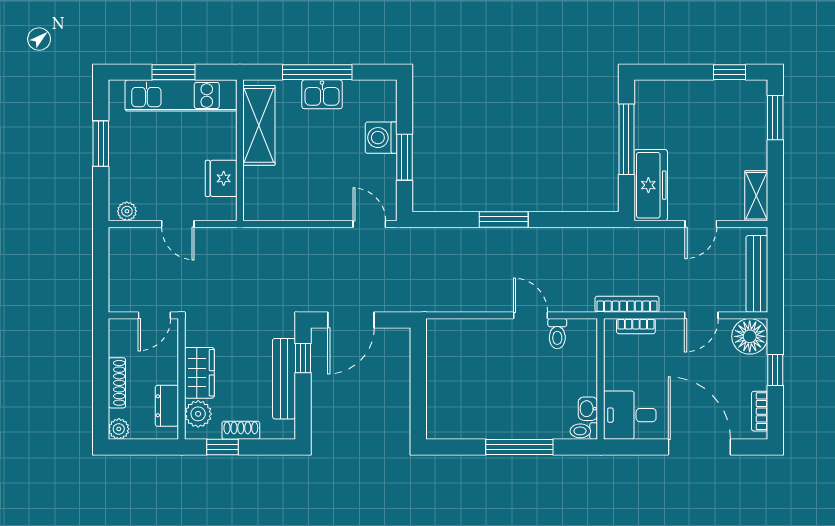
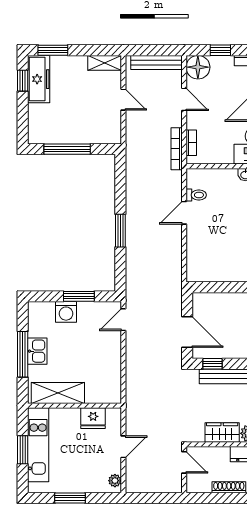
freezer: (651, 185) -> (39, 79), moved, turned 90

